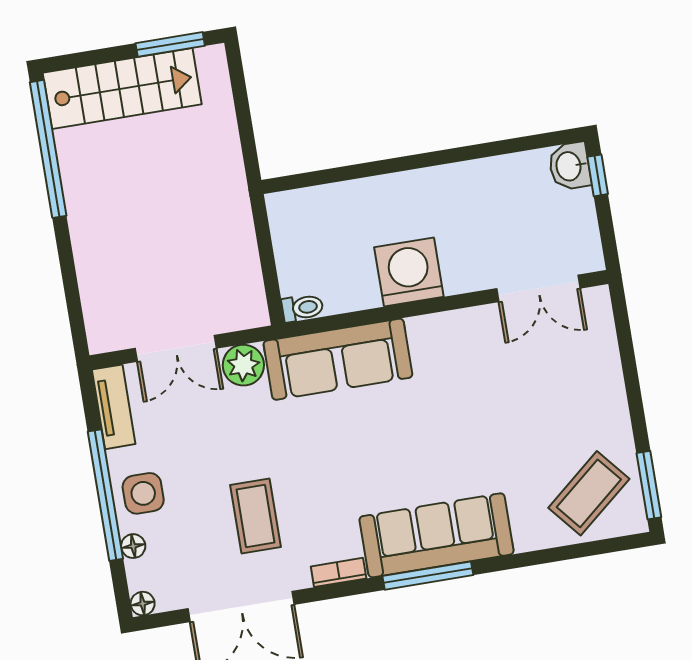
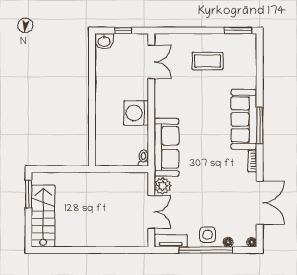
window: (48, 149) -> (62, 250), removed
window: (598, 175) -> (123, 30), moved
coffee table: (589, 493) -> (207, 61), moved, turned -50
coffee table: (256, 516) -> (224, 191), removed

